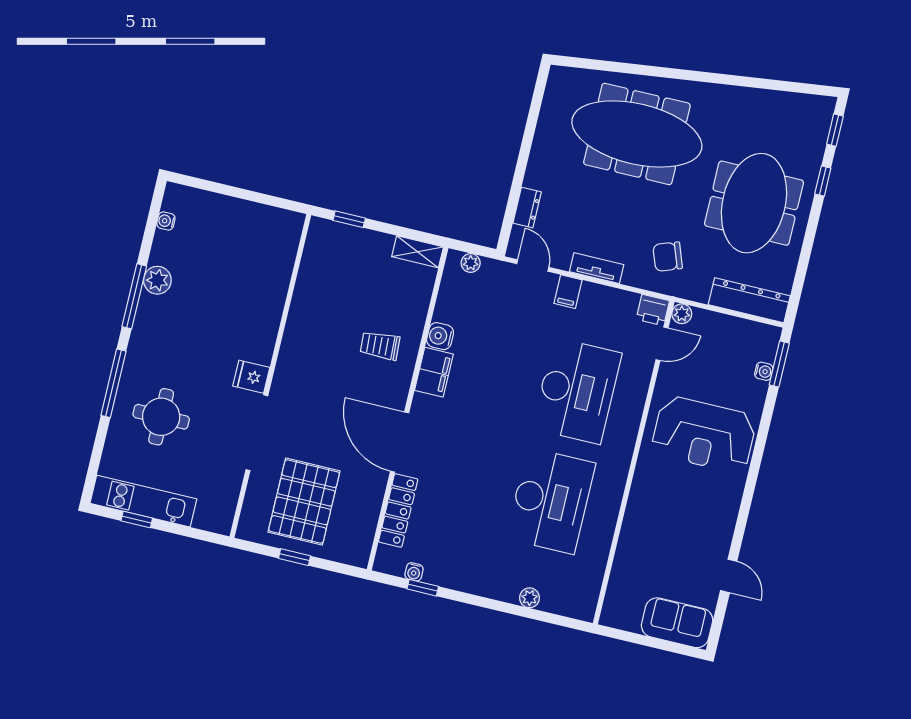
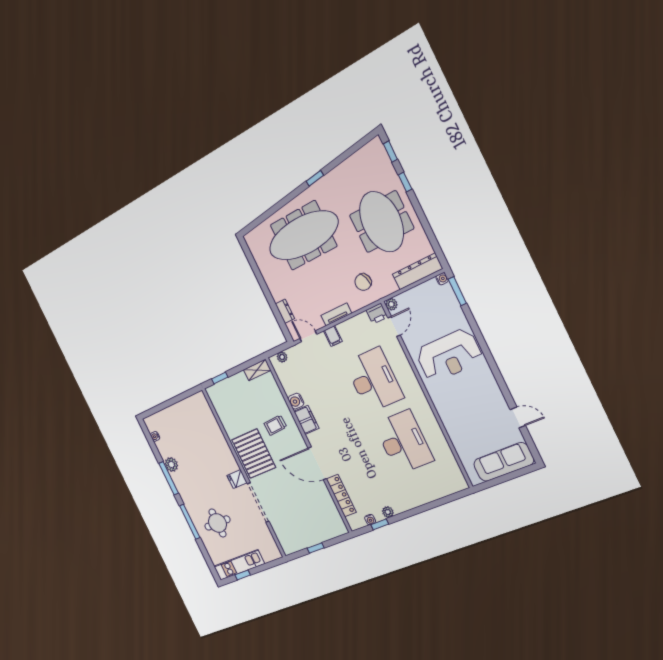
window: (713, 78) -> (315, 178), added
water cooler: (764, 371) -> (442, 279), moved
pallet: (304, 502) -> (254, 454), moved
plant: (530, 598) -> (388, 512), moved
sofa: (677, 623) -> (504, 462), width x1.36

